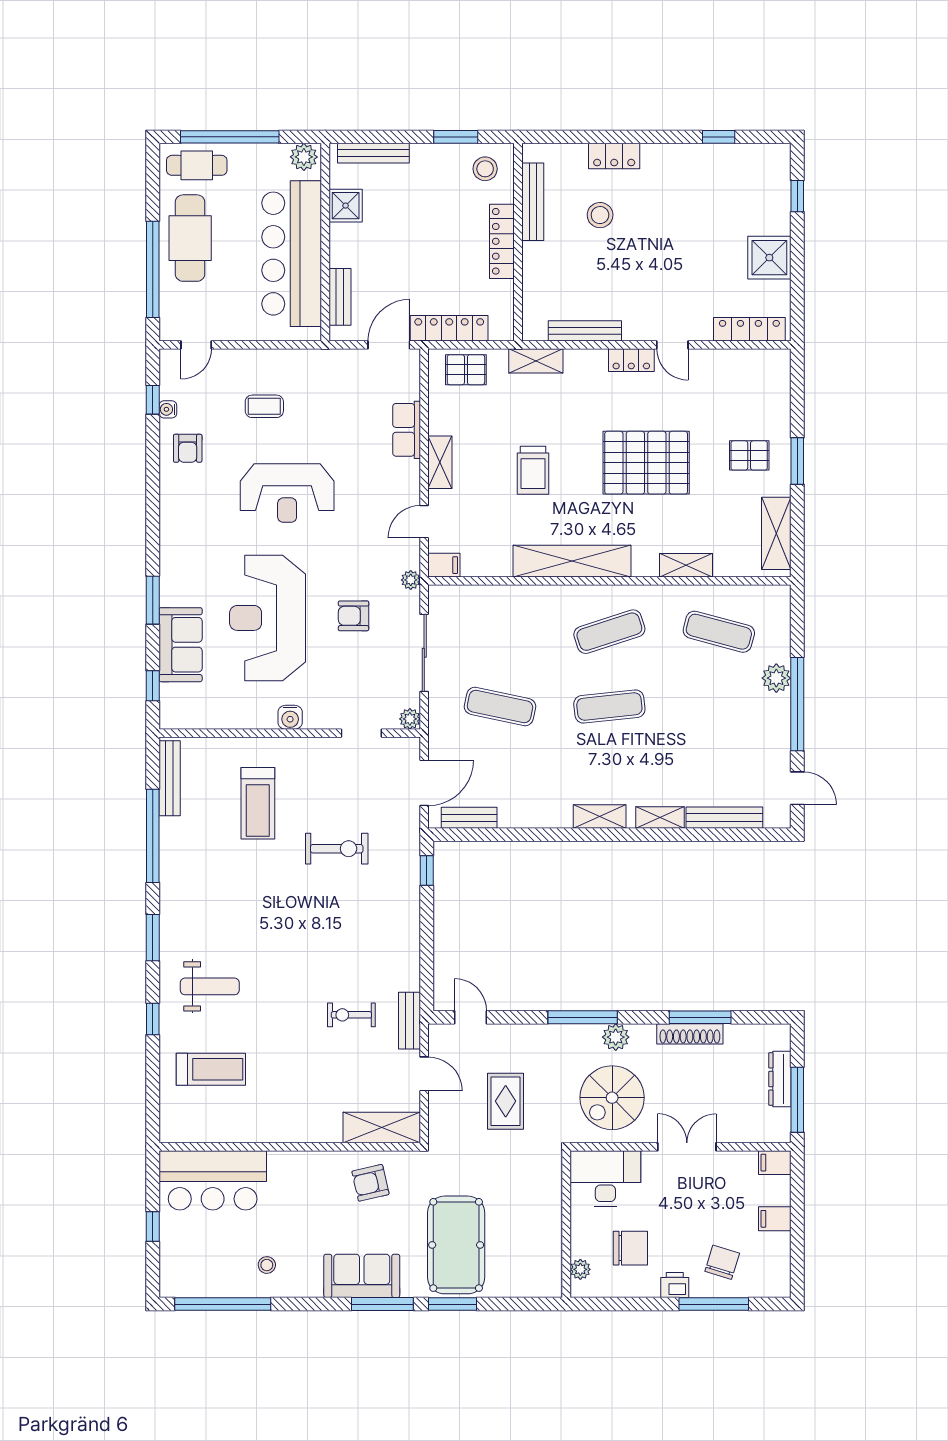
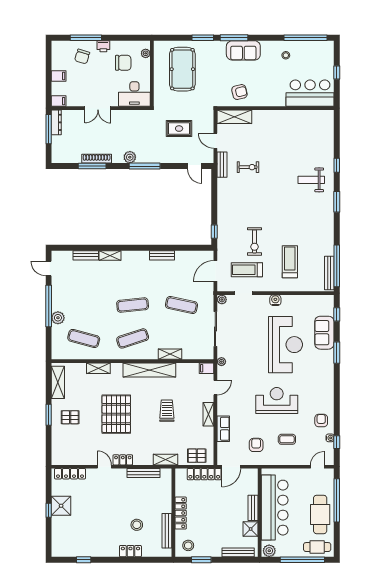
window: (797, 196) -> (49, 510), moved
bench: (340, 297) -> (253, 508), moved
pallet: (646, 463) -> (116, 414), turned 90
armchair: (354, 616) -> (256, 445), moved, turned -90
shelving: (600, 816) -> (170, 354), moved
bench: (469, 818) -> (162, 255), moved
bench: (724, 818) -> (86, 255), width x0.73
window: (153, 836) -> (337, 266), moved
exercise bike: (337, 849) -> (255, 241), turned -90
treadmill: (211, 1069) -> (247, 270), moved
dresser: (780, 1079) -> (56, 122), moved
spiral stairs: (612, 1098) -> (131, 130), removed
rug: (506, 1101) -> (179, 129), turned 90
pool table: (456, 1245) -> (182, 69), moved
chair: (630, 1248) -> (123, 63), turned 180

